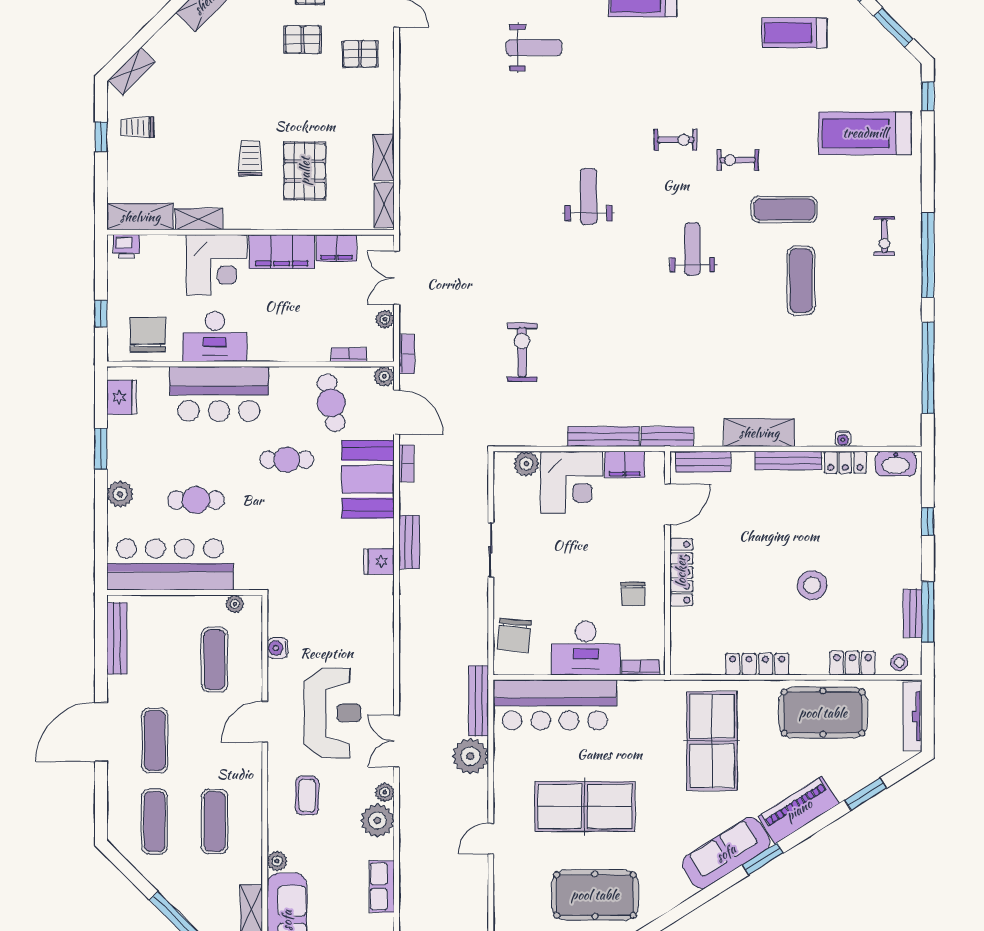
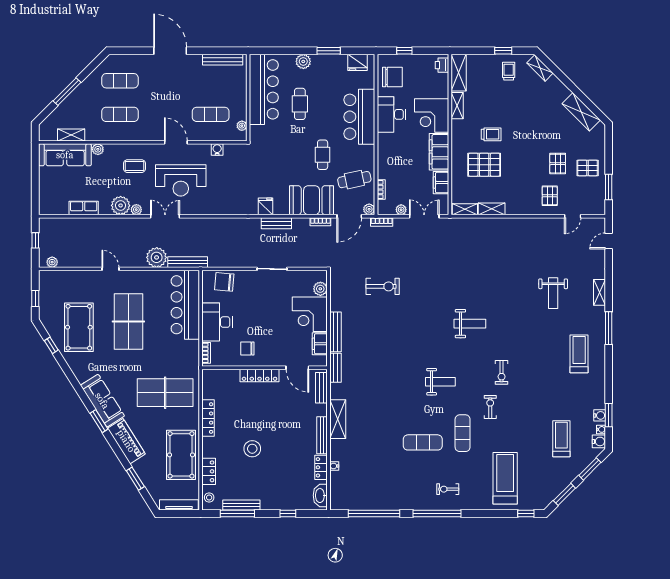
bench: (913, 613) -> (241, 505), width x1.36
exercise mat: (155, 741) -> (165, 81), removed

